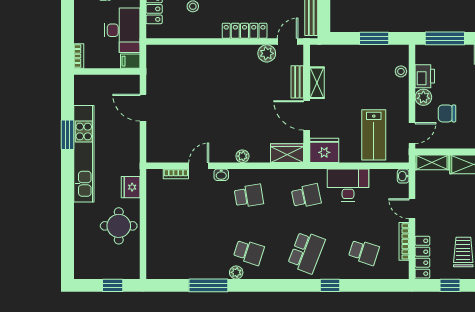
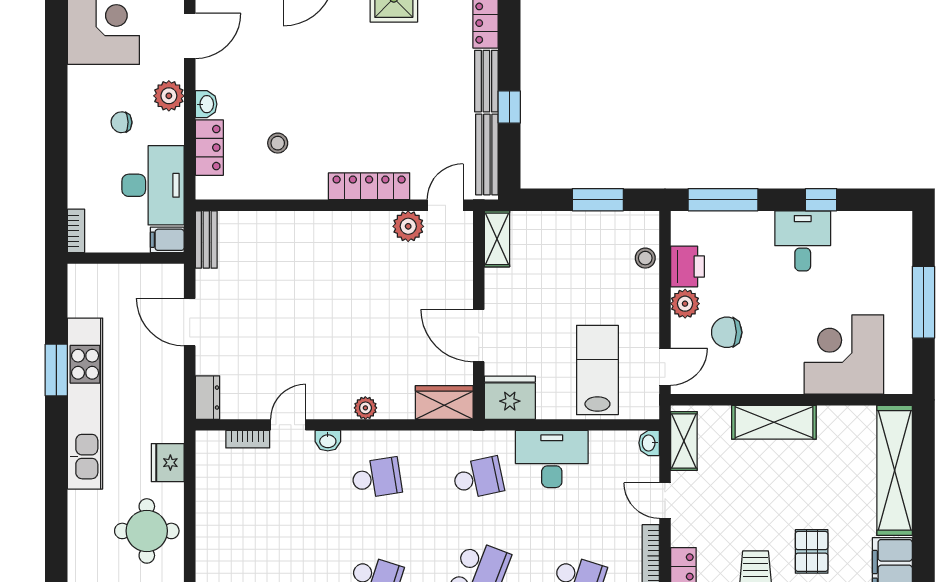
bench: (297, 82) -> (206, 239), moved
shelving: (317, 83) -> (497, 239), moved
lab bench: (374, 135) -> (597, 370), turned 180
dresser: (153, 150) -> (207, 398), added
shelving: (432, 162) -> (684, 441), moved, turned 90

